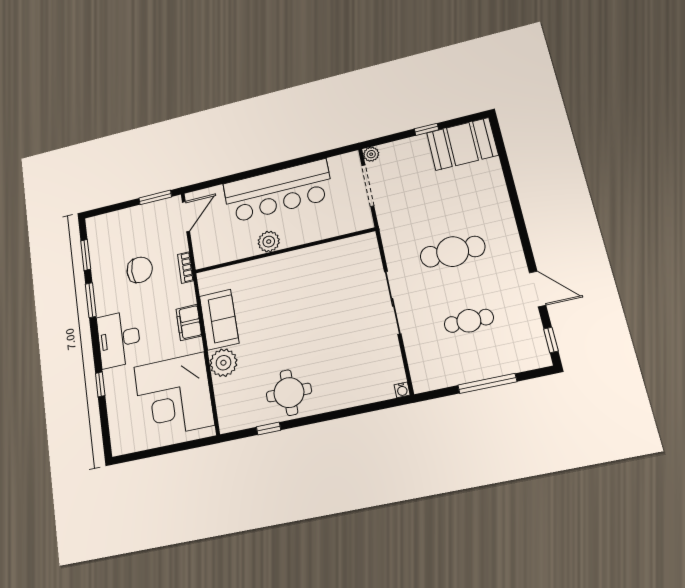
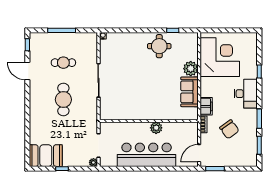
cafe table: (453, 252) -> (63, 100), turned 90
chair: (140, 270) -> (229, 129), turned -126
filing cabinet: (189, 322) -> (206, 106), moved

